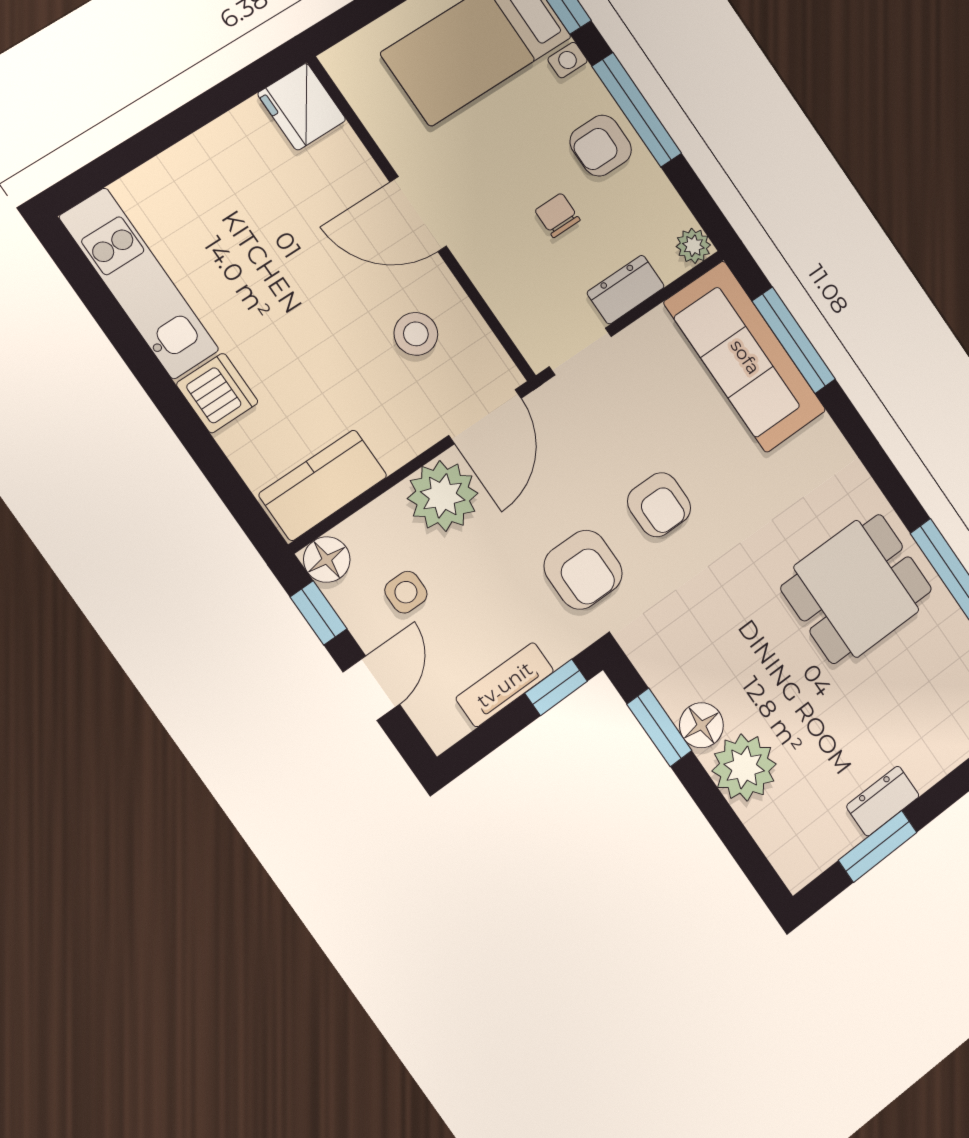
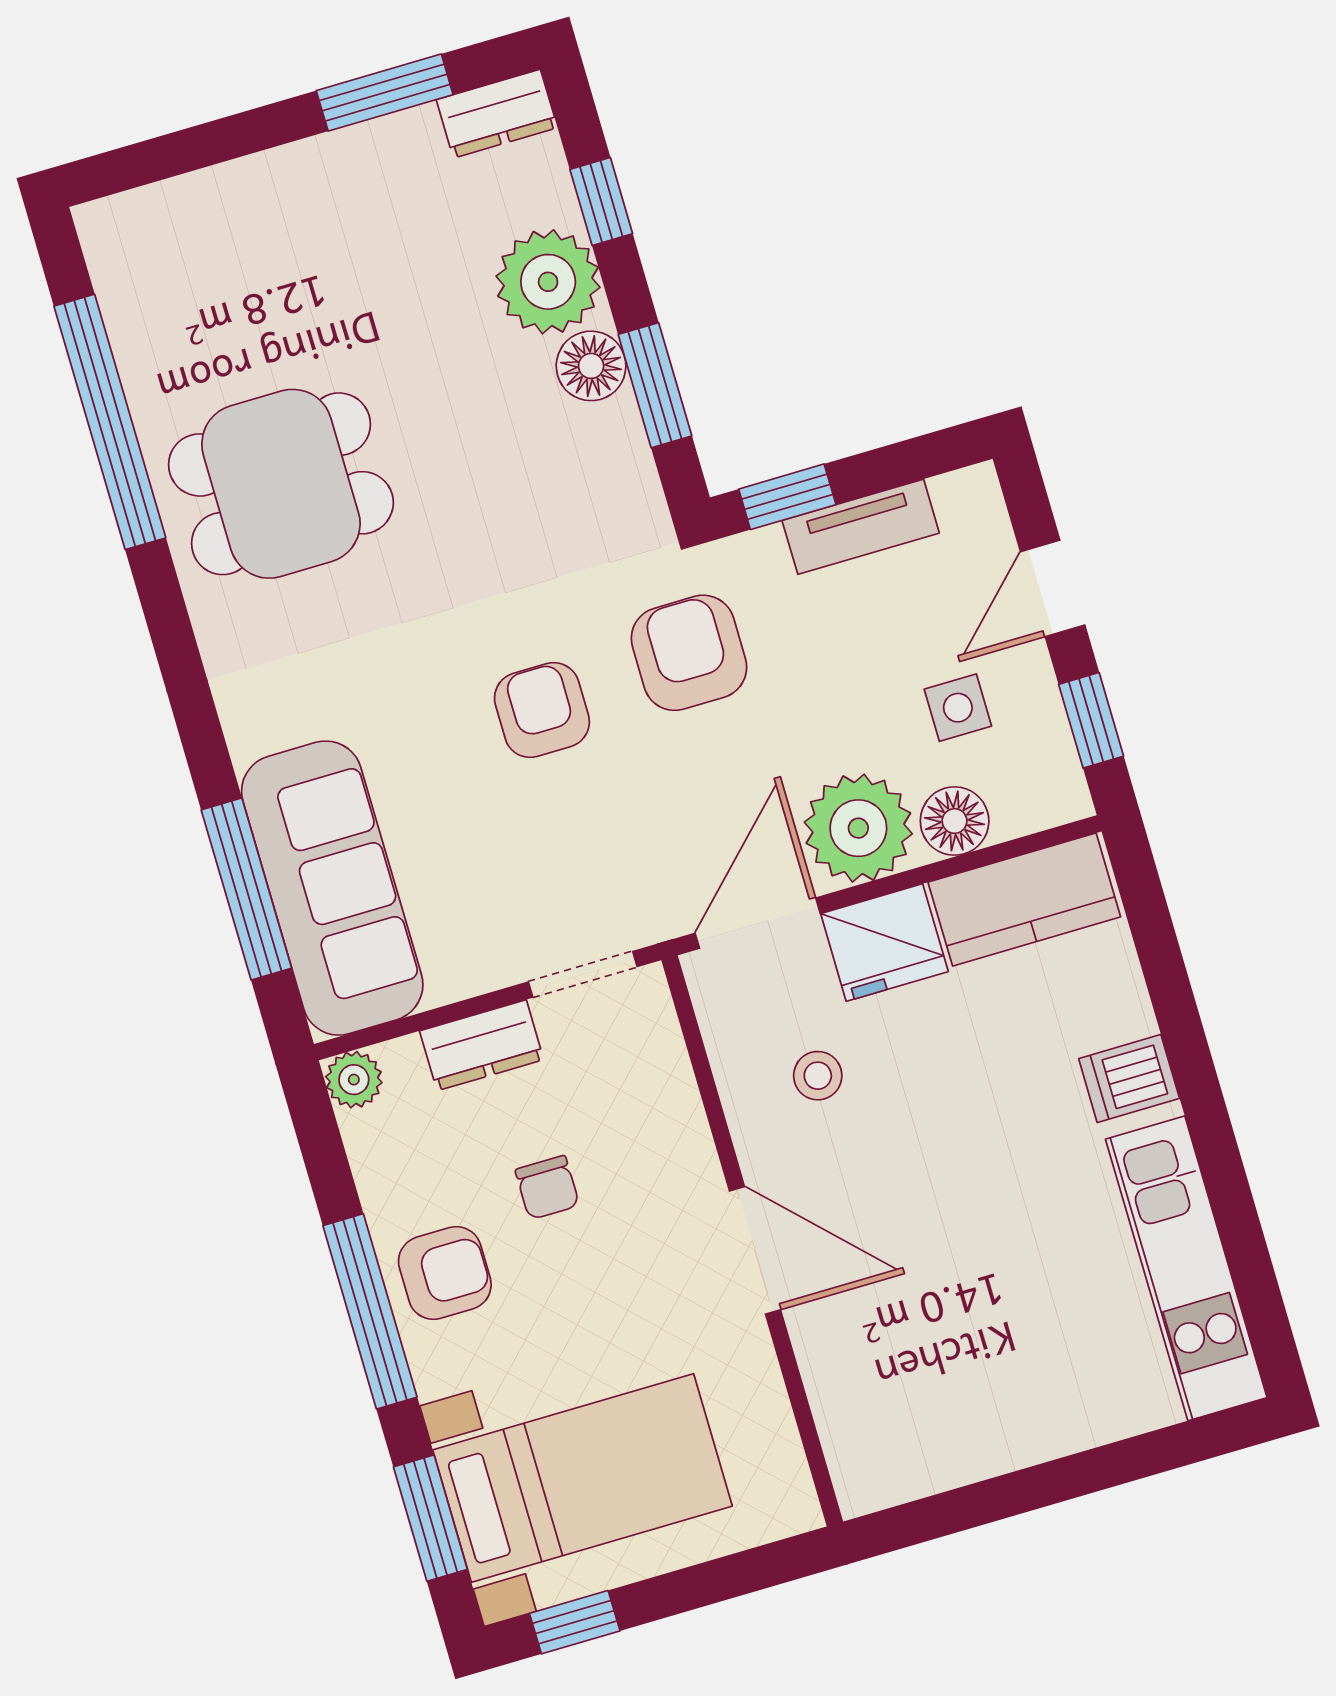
fridge: (302, 107) -> (884, 943), moved, turned 90
stool: (416, 334) -> (818, 1076), width x0.73, depth x0.73
dishwasher: (217, 393) -> (1129, 1078), width x0.73
floor lamp: (327, 560) -> (955, 821), moved
dresser: (883, 801) -> (497, 114), moved
window: (730, 829) -> (601, 202), added

